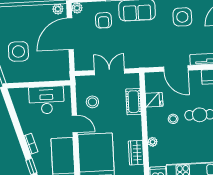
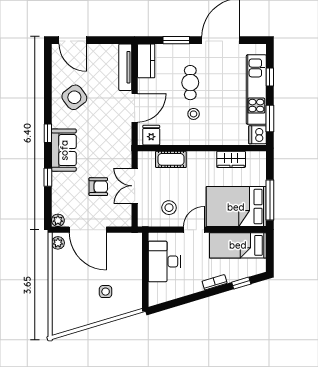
side table: (182, 17) -> (74, 97), turned -37
armchair: (103, 20) -> (98, 187), moved
side table: (18, 51) -> (106, 292), width x0.54, depth x0.54
fridge: (154, 100) -> (151, 135), moved
plant: (153, 142) -> (219, 139), removed

